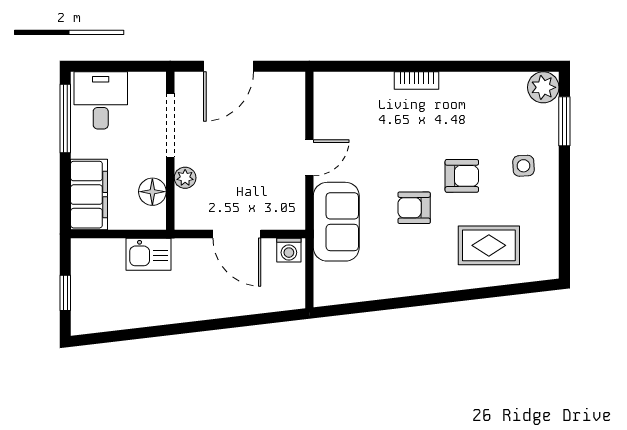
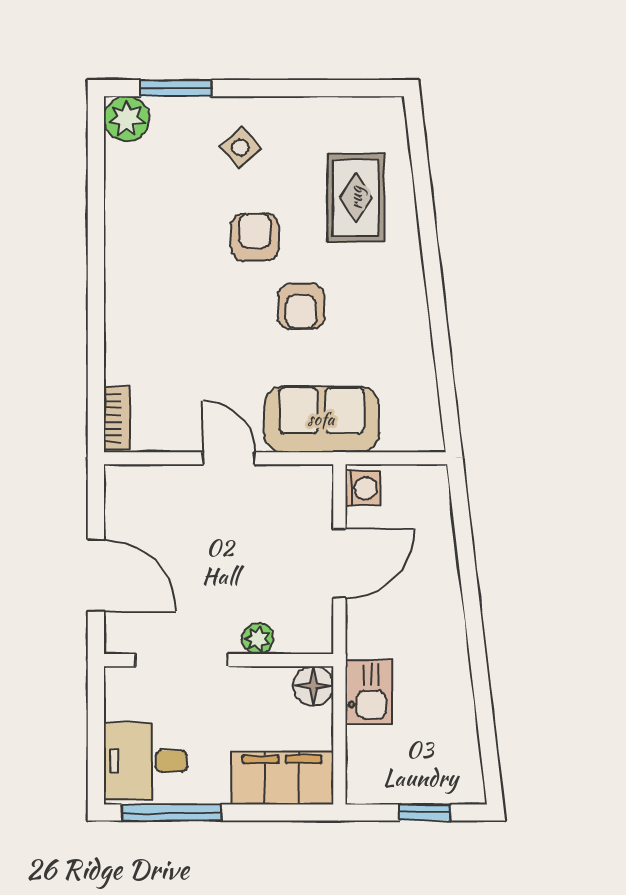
bookcase: (417, 81) -> (117, 418), moved
side table: (524, 166) -> (240, 147), turned -38
floor lamp: (152, 192) -> (314, 686), moved

